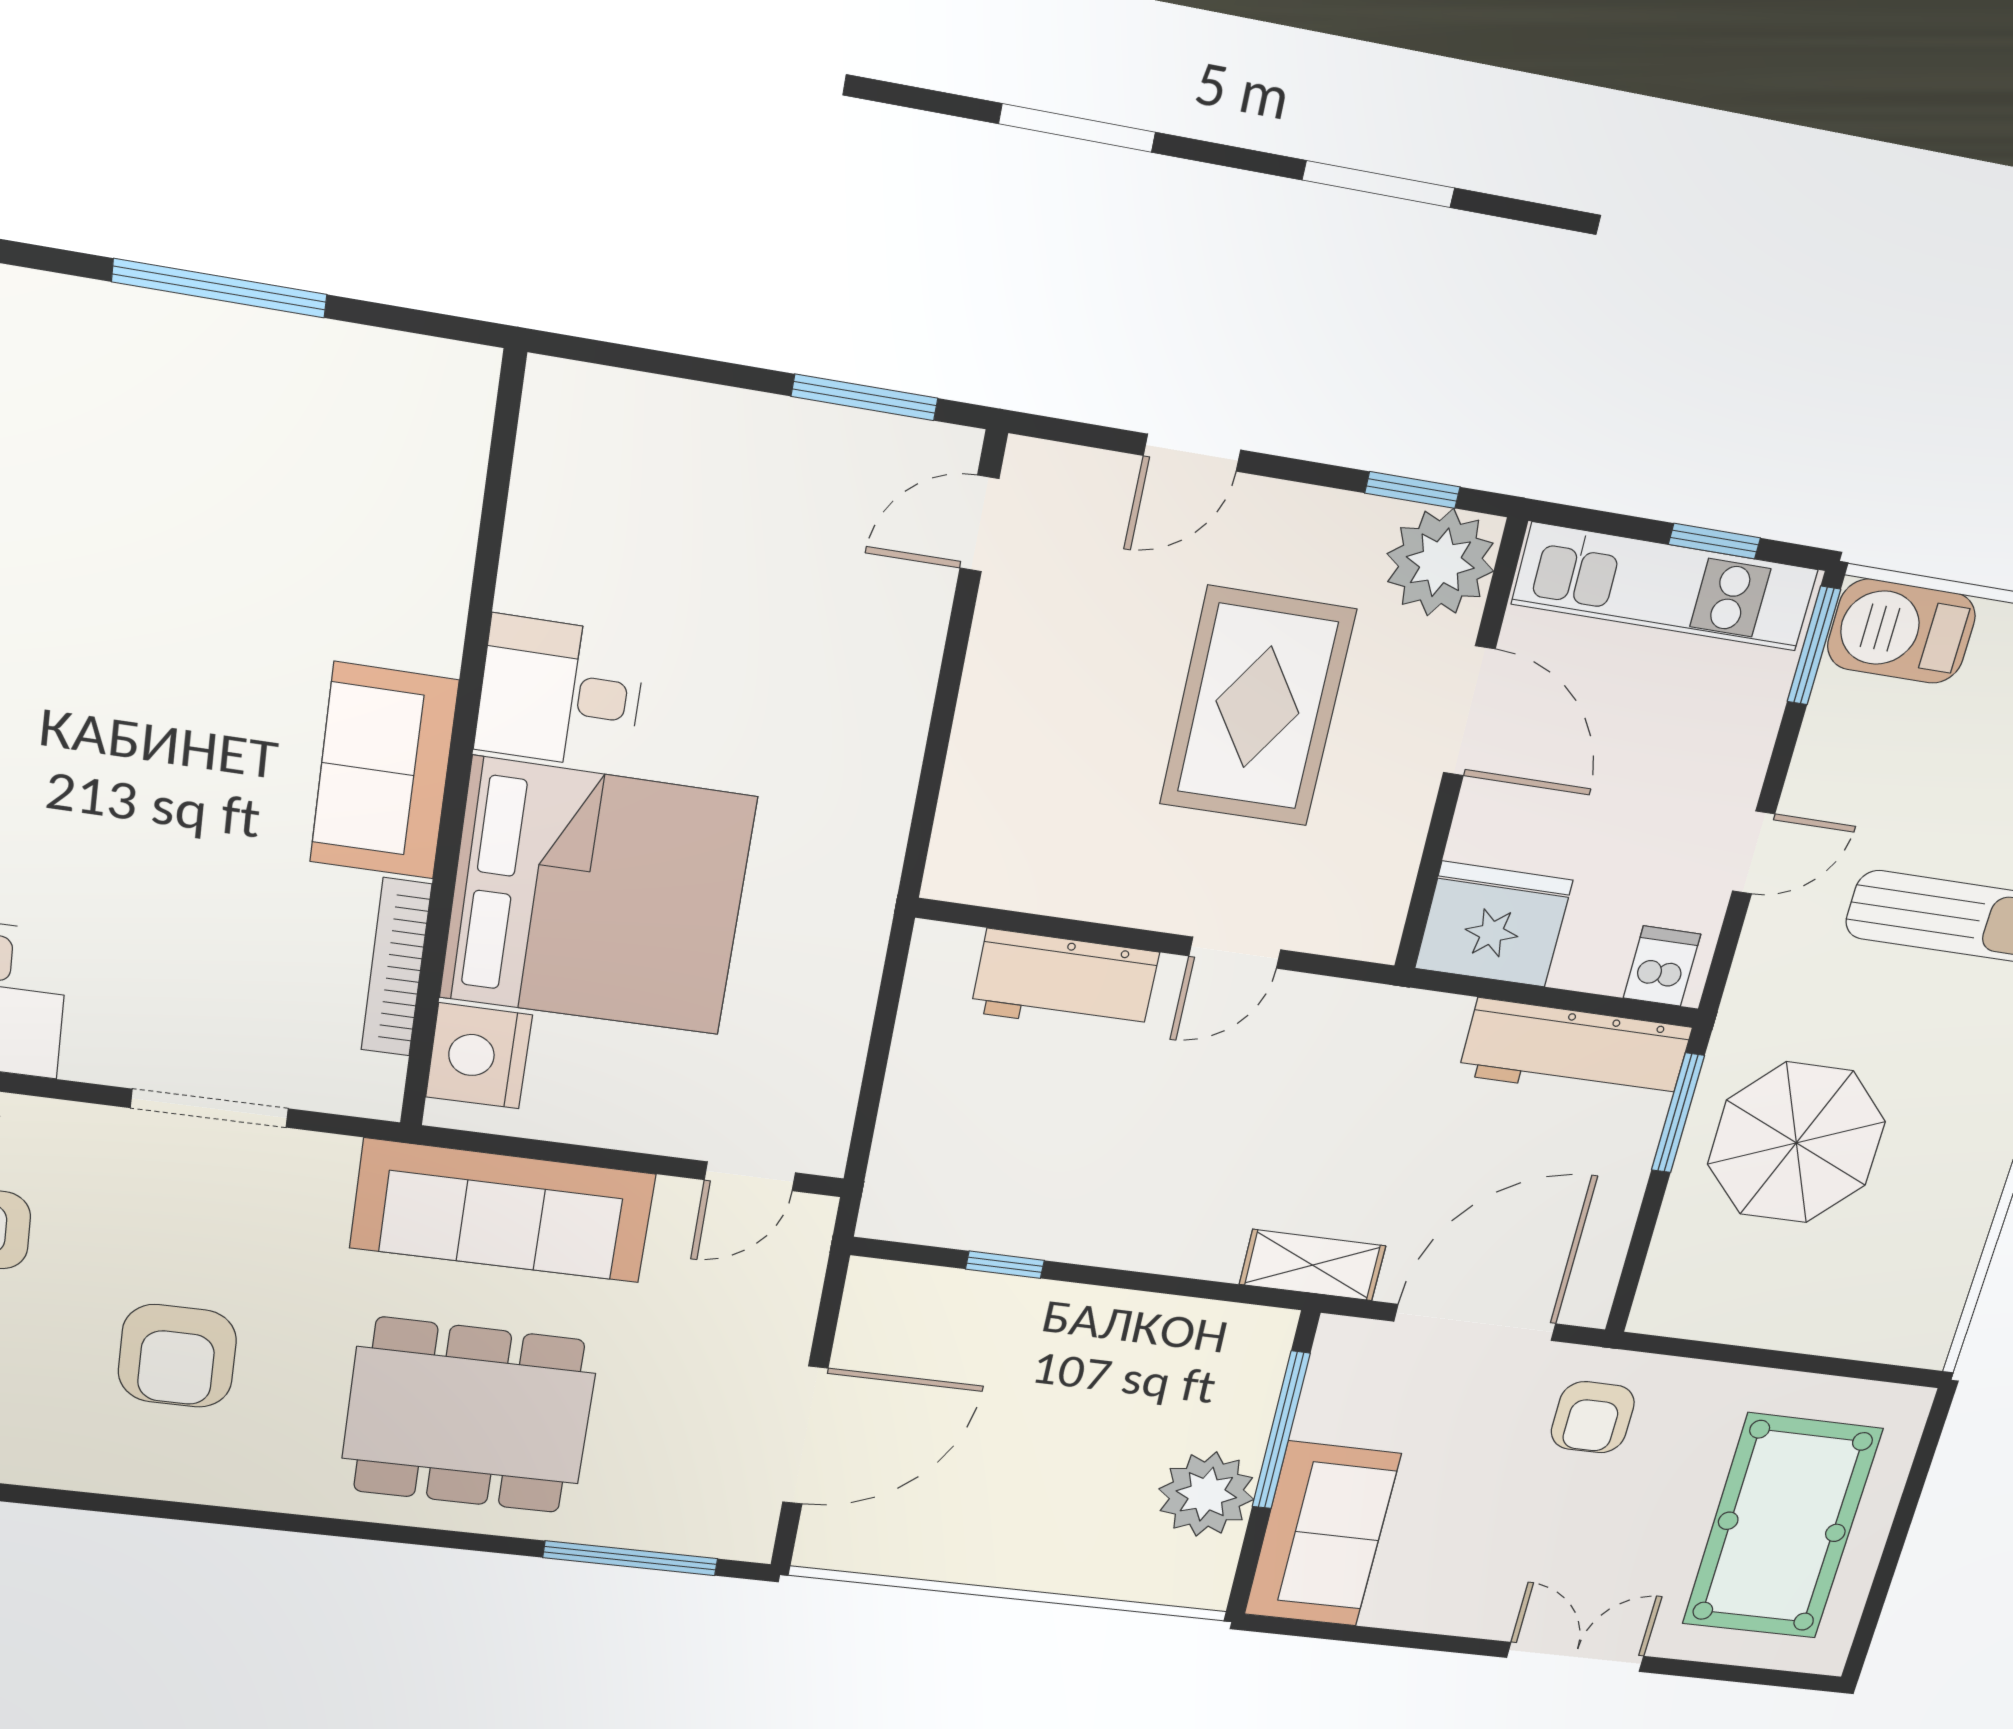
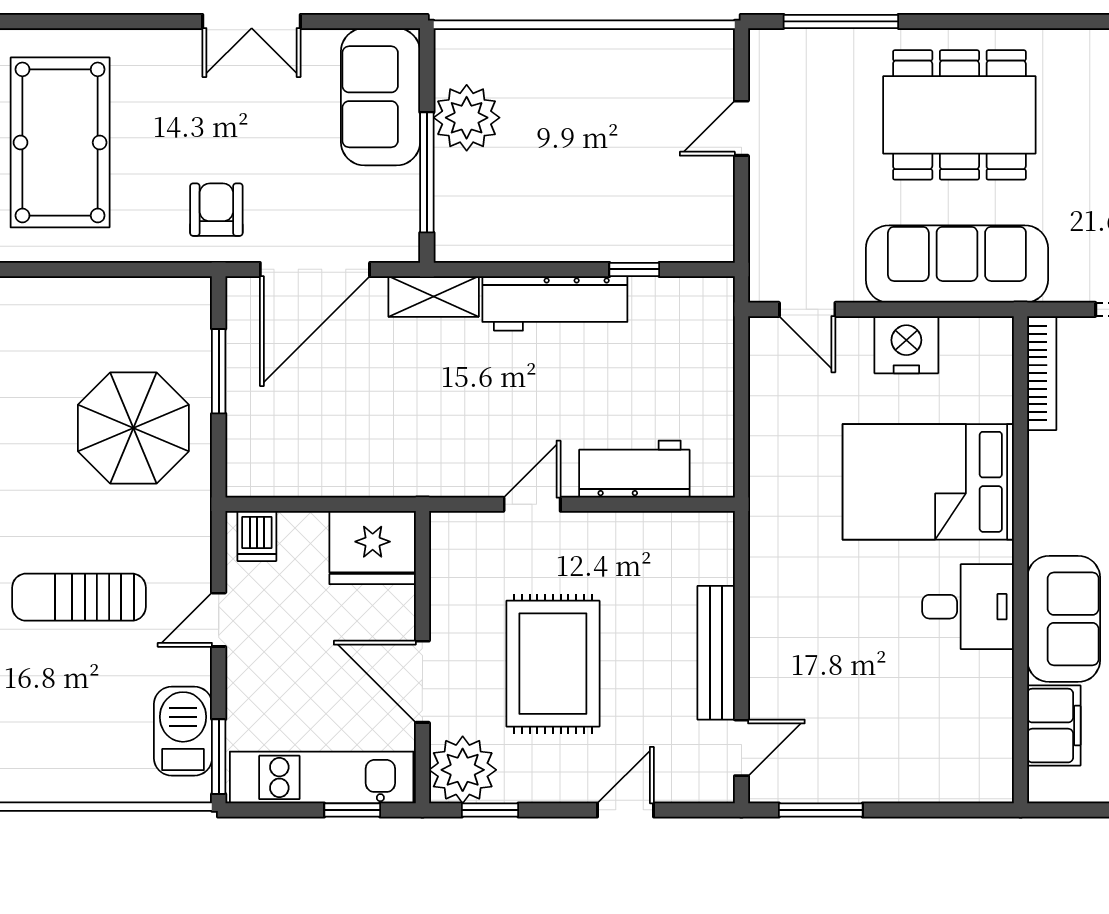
filing cabinet: (439, 474) -> (1054, 726), added
window: (1714, 541) -> (352, 810), moved
barbecue: (1901, 631) -> (183, 731), moved, turned -90
bench: (991, 683) -> (716, 653), added
sofa: (384, 771) -> (1064, 619), moved
bed: (598, 898) -> (928, 482), width x0.73
bookcase: (396, 967) -> (1042, 373), moved
workbench: (1575, 1051) -> (555, 303), moved, turned 180
nightstand: (479, 1056) -> (906, 345), moved, turned -90
window: (1678, 1113) -> (219, 371), moved
door: (750, 1176) -> (807, 309), swing flipped
door: (805, 1436) -> (741, 128), width x0.53
double door: (1575, 1657) -> (252, 21), moved

